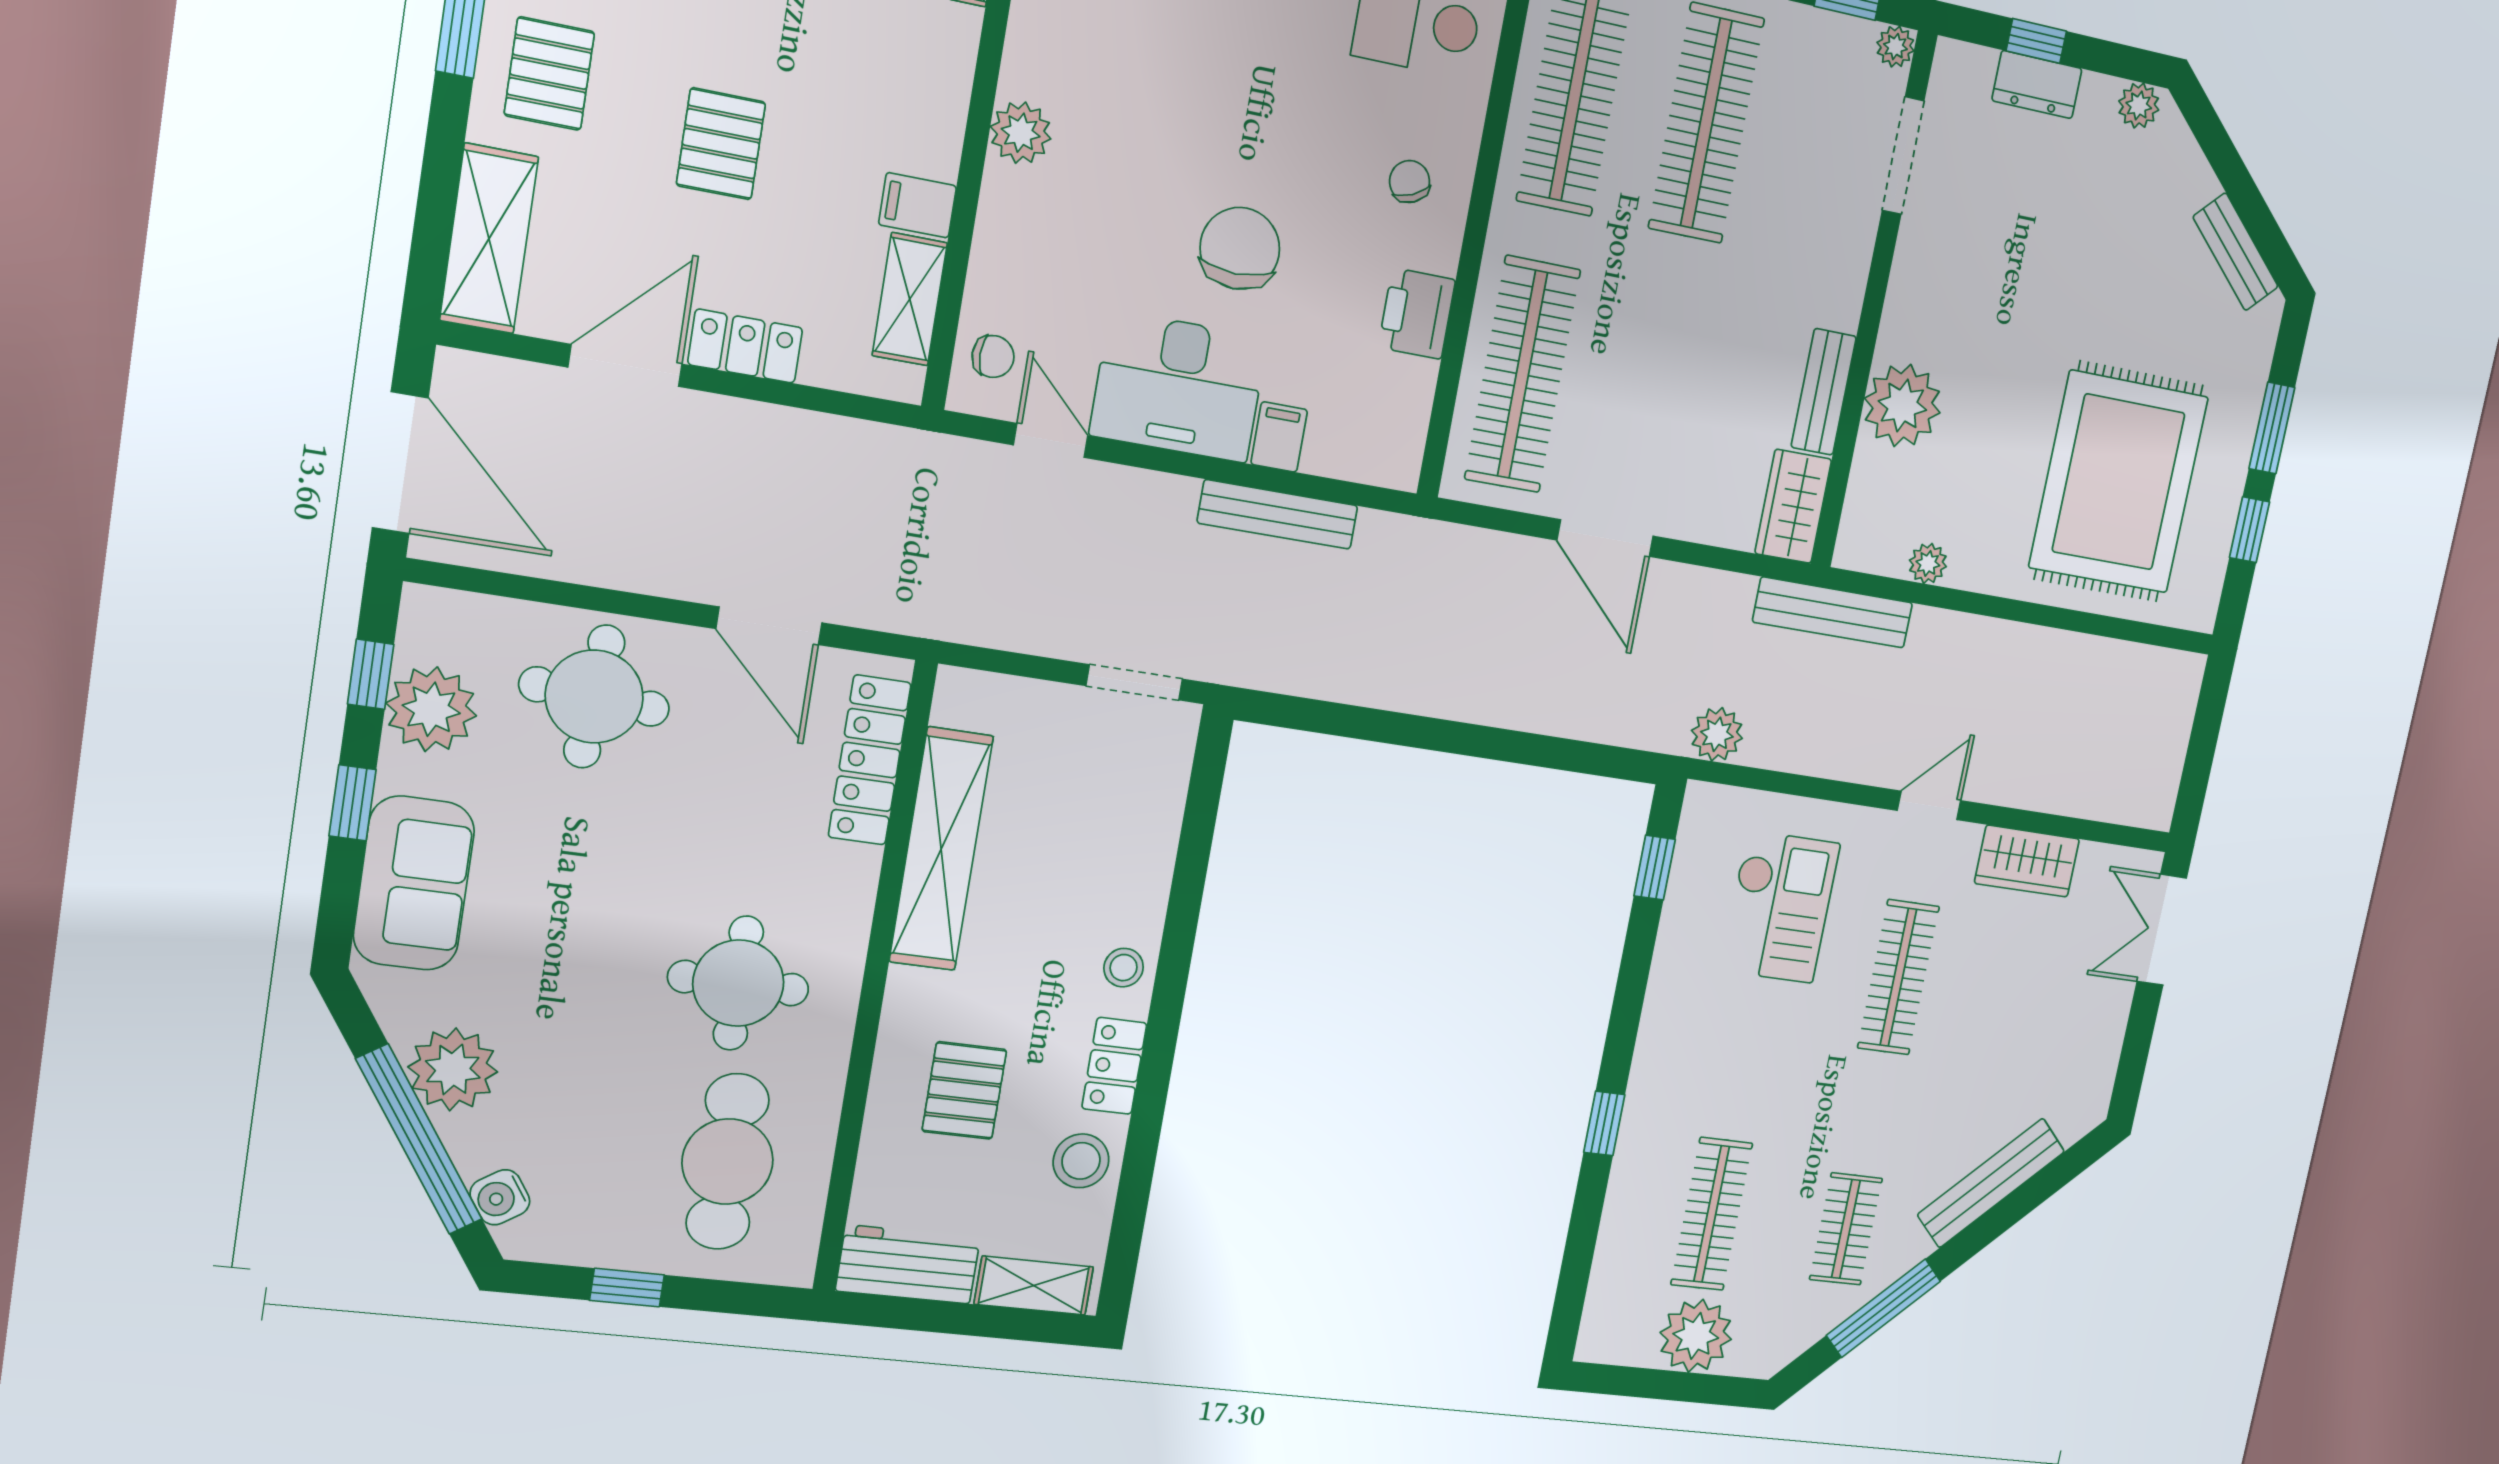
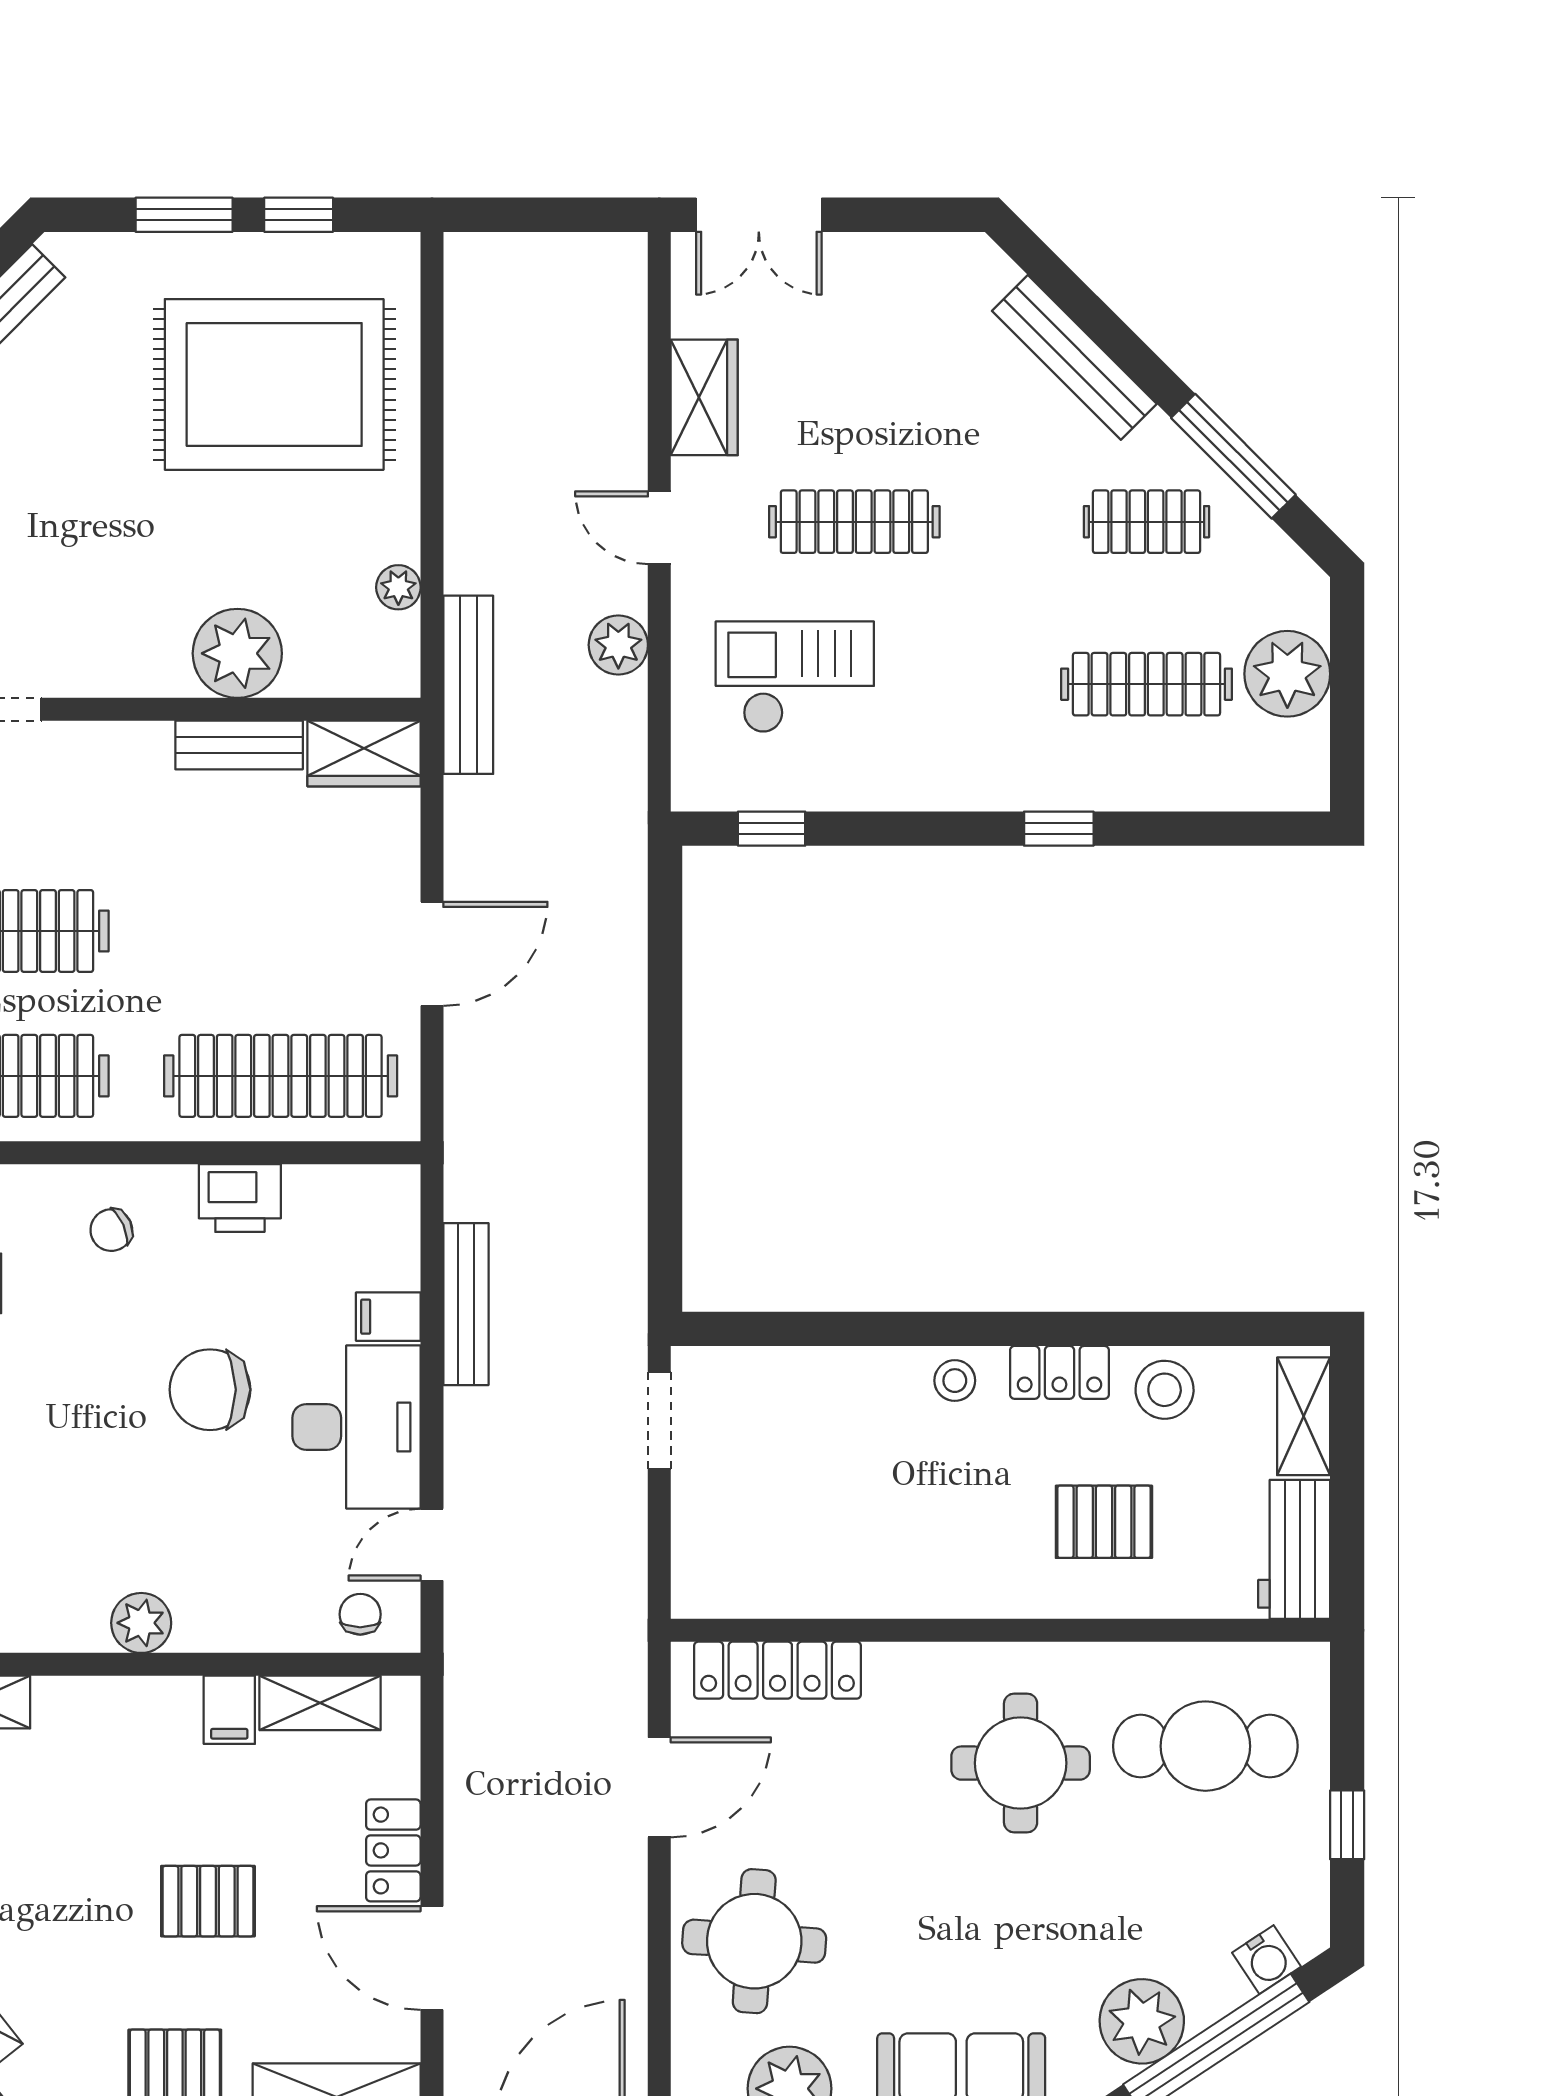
plant: (1717, 734) -> (618, 645), moved
shelving: (941, 849) -> (857, 1585), removed

